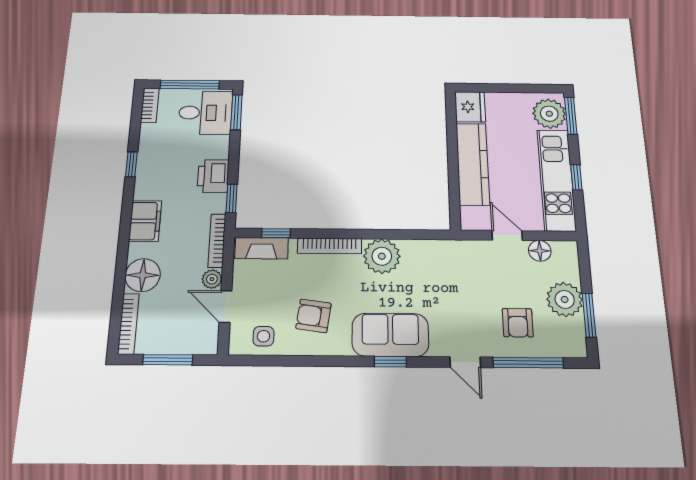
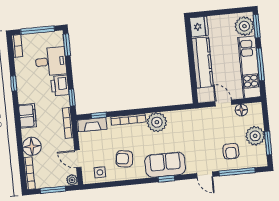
desk: (206, 113) -> (51, 61), moved
window: (576, 177) -> (260, 64), width x2.17
plant: (212, 279) -> (72, 180), moved

